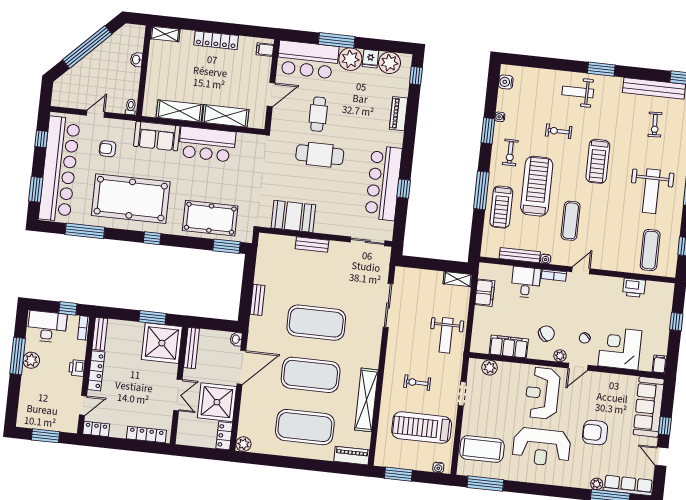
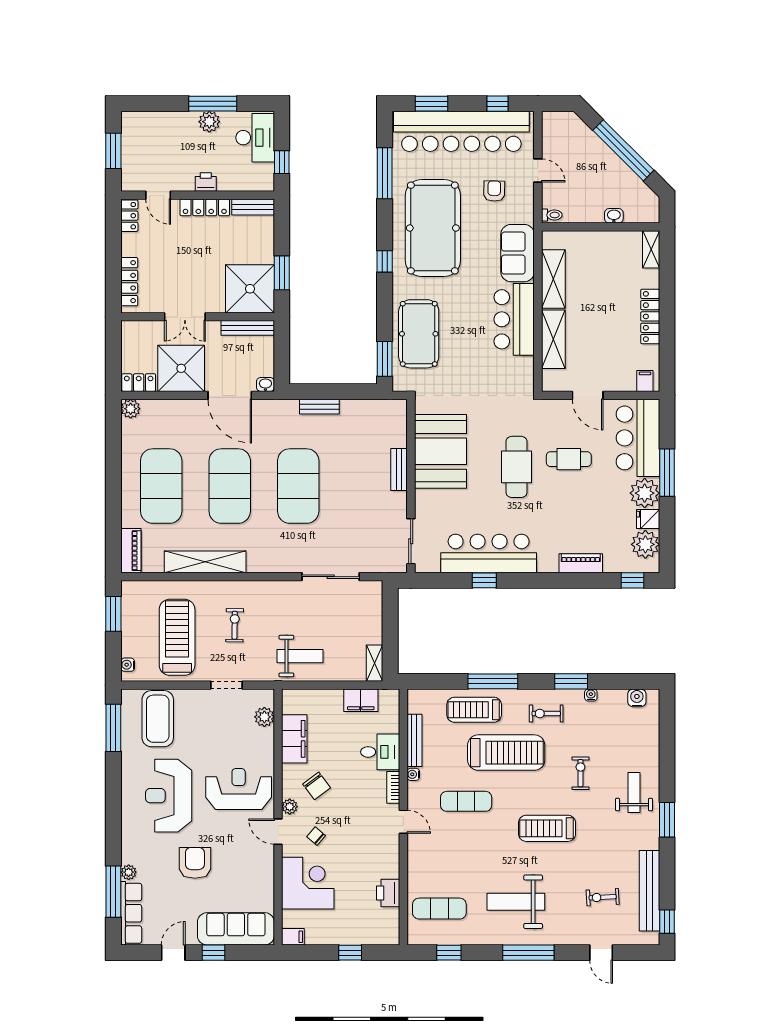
booth: (293, 216) -> (440, 451), width x1.36, depth x1.42
bookcase: (84, 328) -> (259, 185), removed
weight bench: (446, 335) -> (300, 656), turned 180

